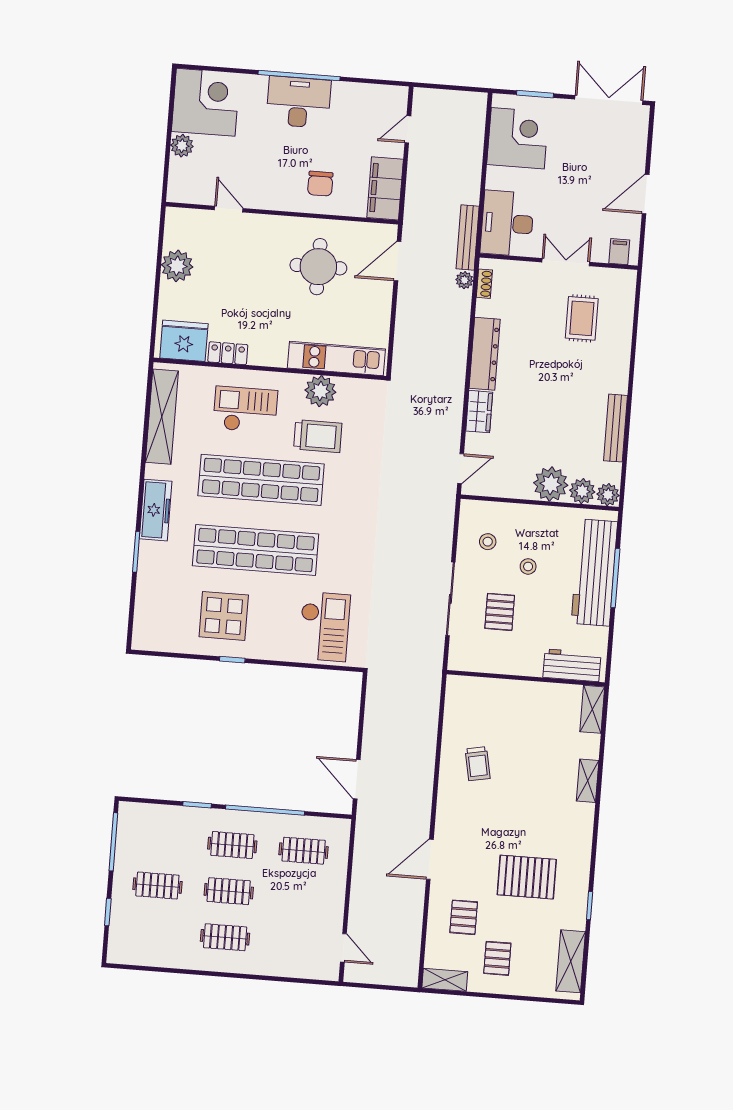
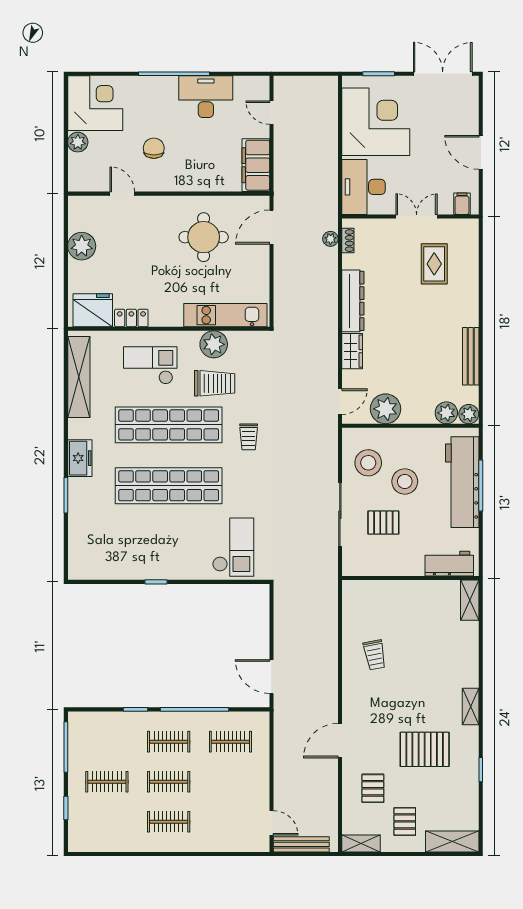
desk: (299, 102) -> (206, 97), moved
door: (408, 129) -> (271, 113), hinge flipped
corner desk: (518, 138) -> (376, 122), width x1.36, depth x1.36
chair: (320, 184) -> (154, 148), moved, turned 180
door: (646, 194) -> (481, 152), hinge flipped
bench: (468, 237) -> (301, 844), moved, turned 90
plant: (551, 484) -> (385, 409), moved
trolley: (352, 501) -> (249, 437), added
freezer: (156, 510) -> (80, 458), width x0.71
stool: (488, 542) -> (368, 463), width x1.89, depth x1.89
stool: (528, 566) -> (405, 481), width x1.89, depth x1.89
pallet: (500, 612) -> (383, 523), turned 90
display table: (224, 616) -> (146, 545), removed
shelving: (588, 781) -> (471, 706), moved
shelving: (571, 961) -> (452, 841), moved, turned 90

